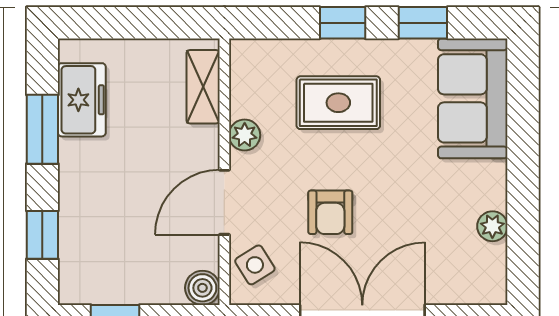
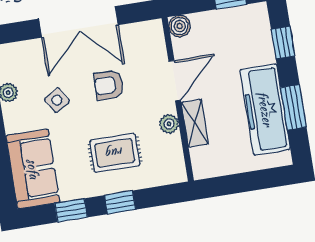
shelving: (203, 87) -> (195, 123), moved
freezer: (82, 100) -> (265, 109), width x1.91, depth x1.26
armchair: (330, 212) -> (109, 85), turned -90
side table: (255, 265) -> (57, 100), moved

